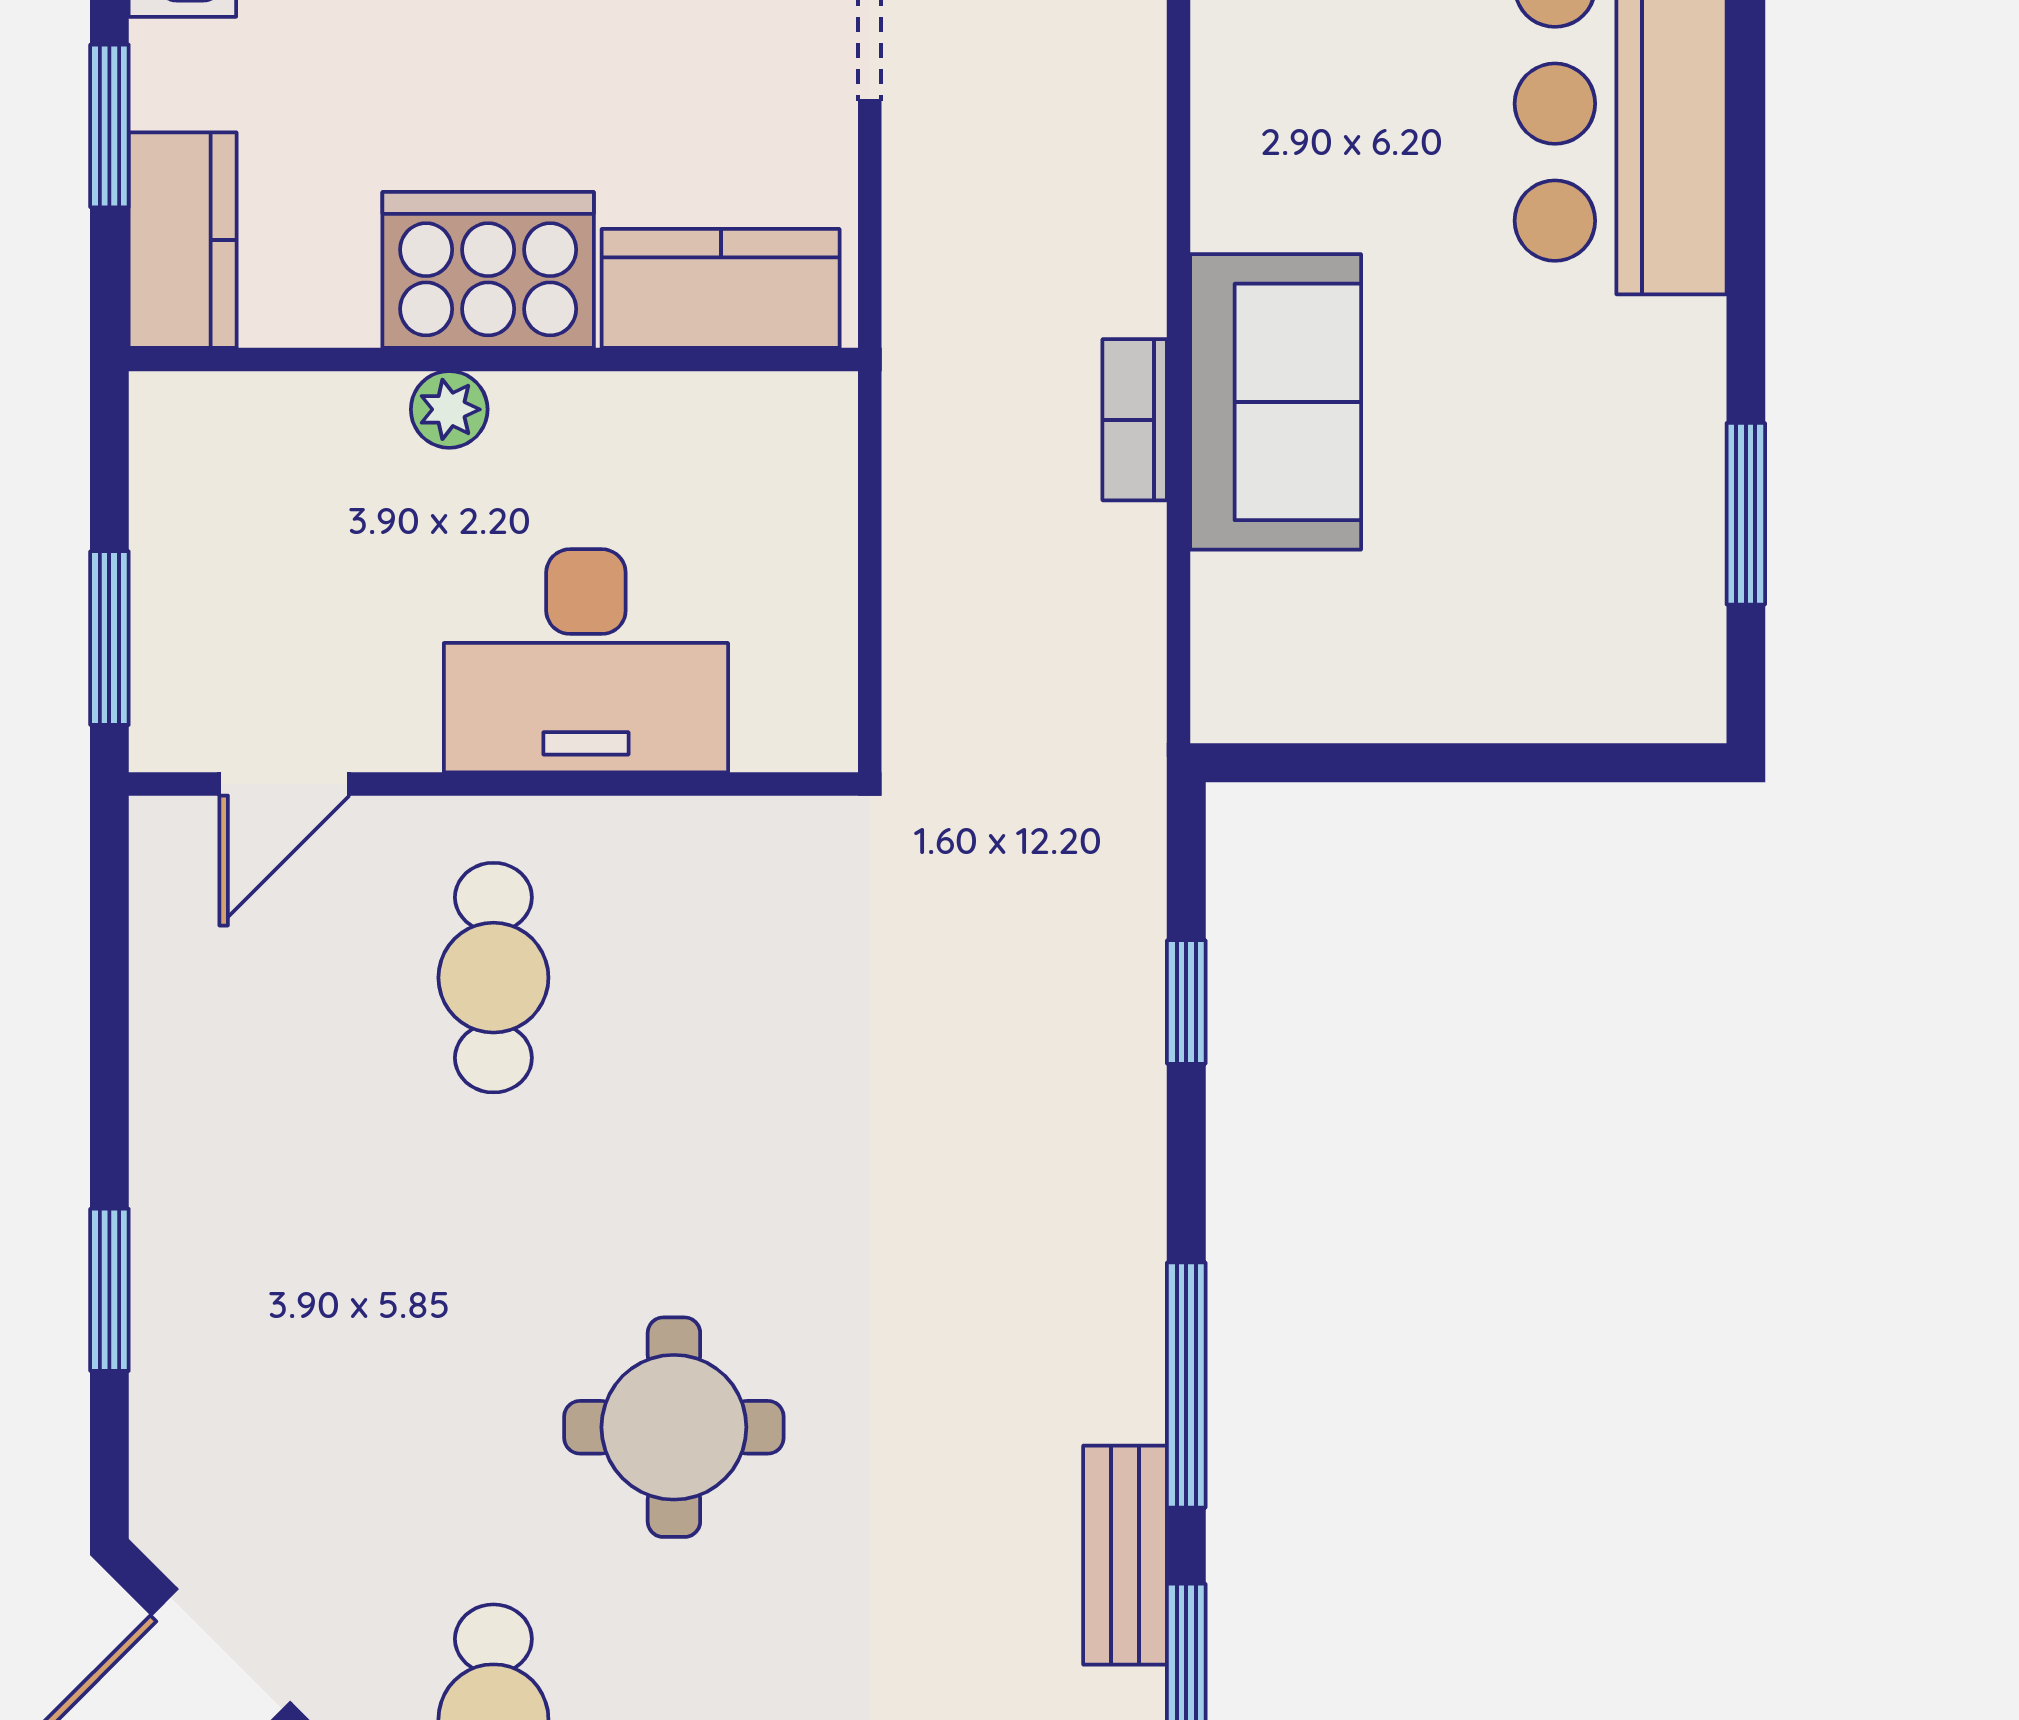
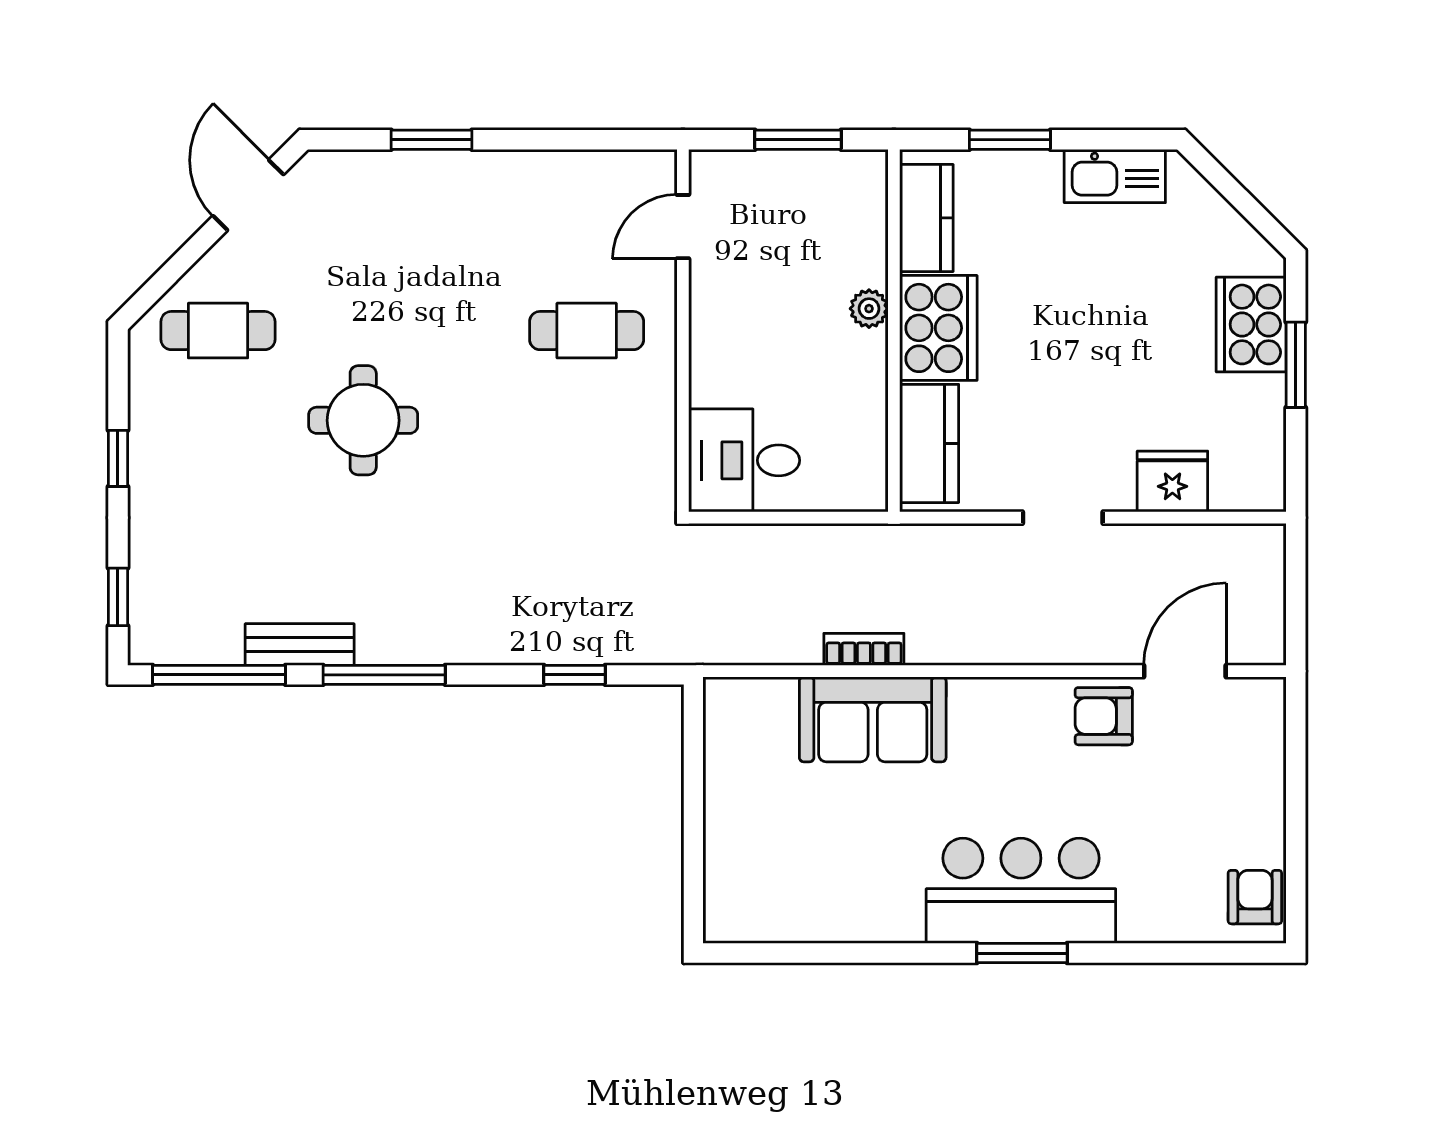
kitchen counter: (183, 240) -> (926, 218), moved, turned -90
window: (1746, 514) -> (1022, 953), moved
window: (109, 638) -> (798, 140), moved
desk: (586, 661) -> (744, 460), moved, width x0.73
door: (284, 784) -> (683, 227), hinge flipped

